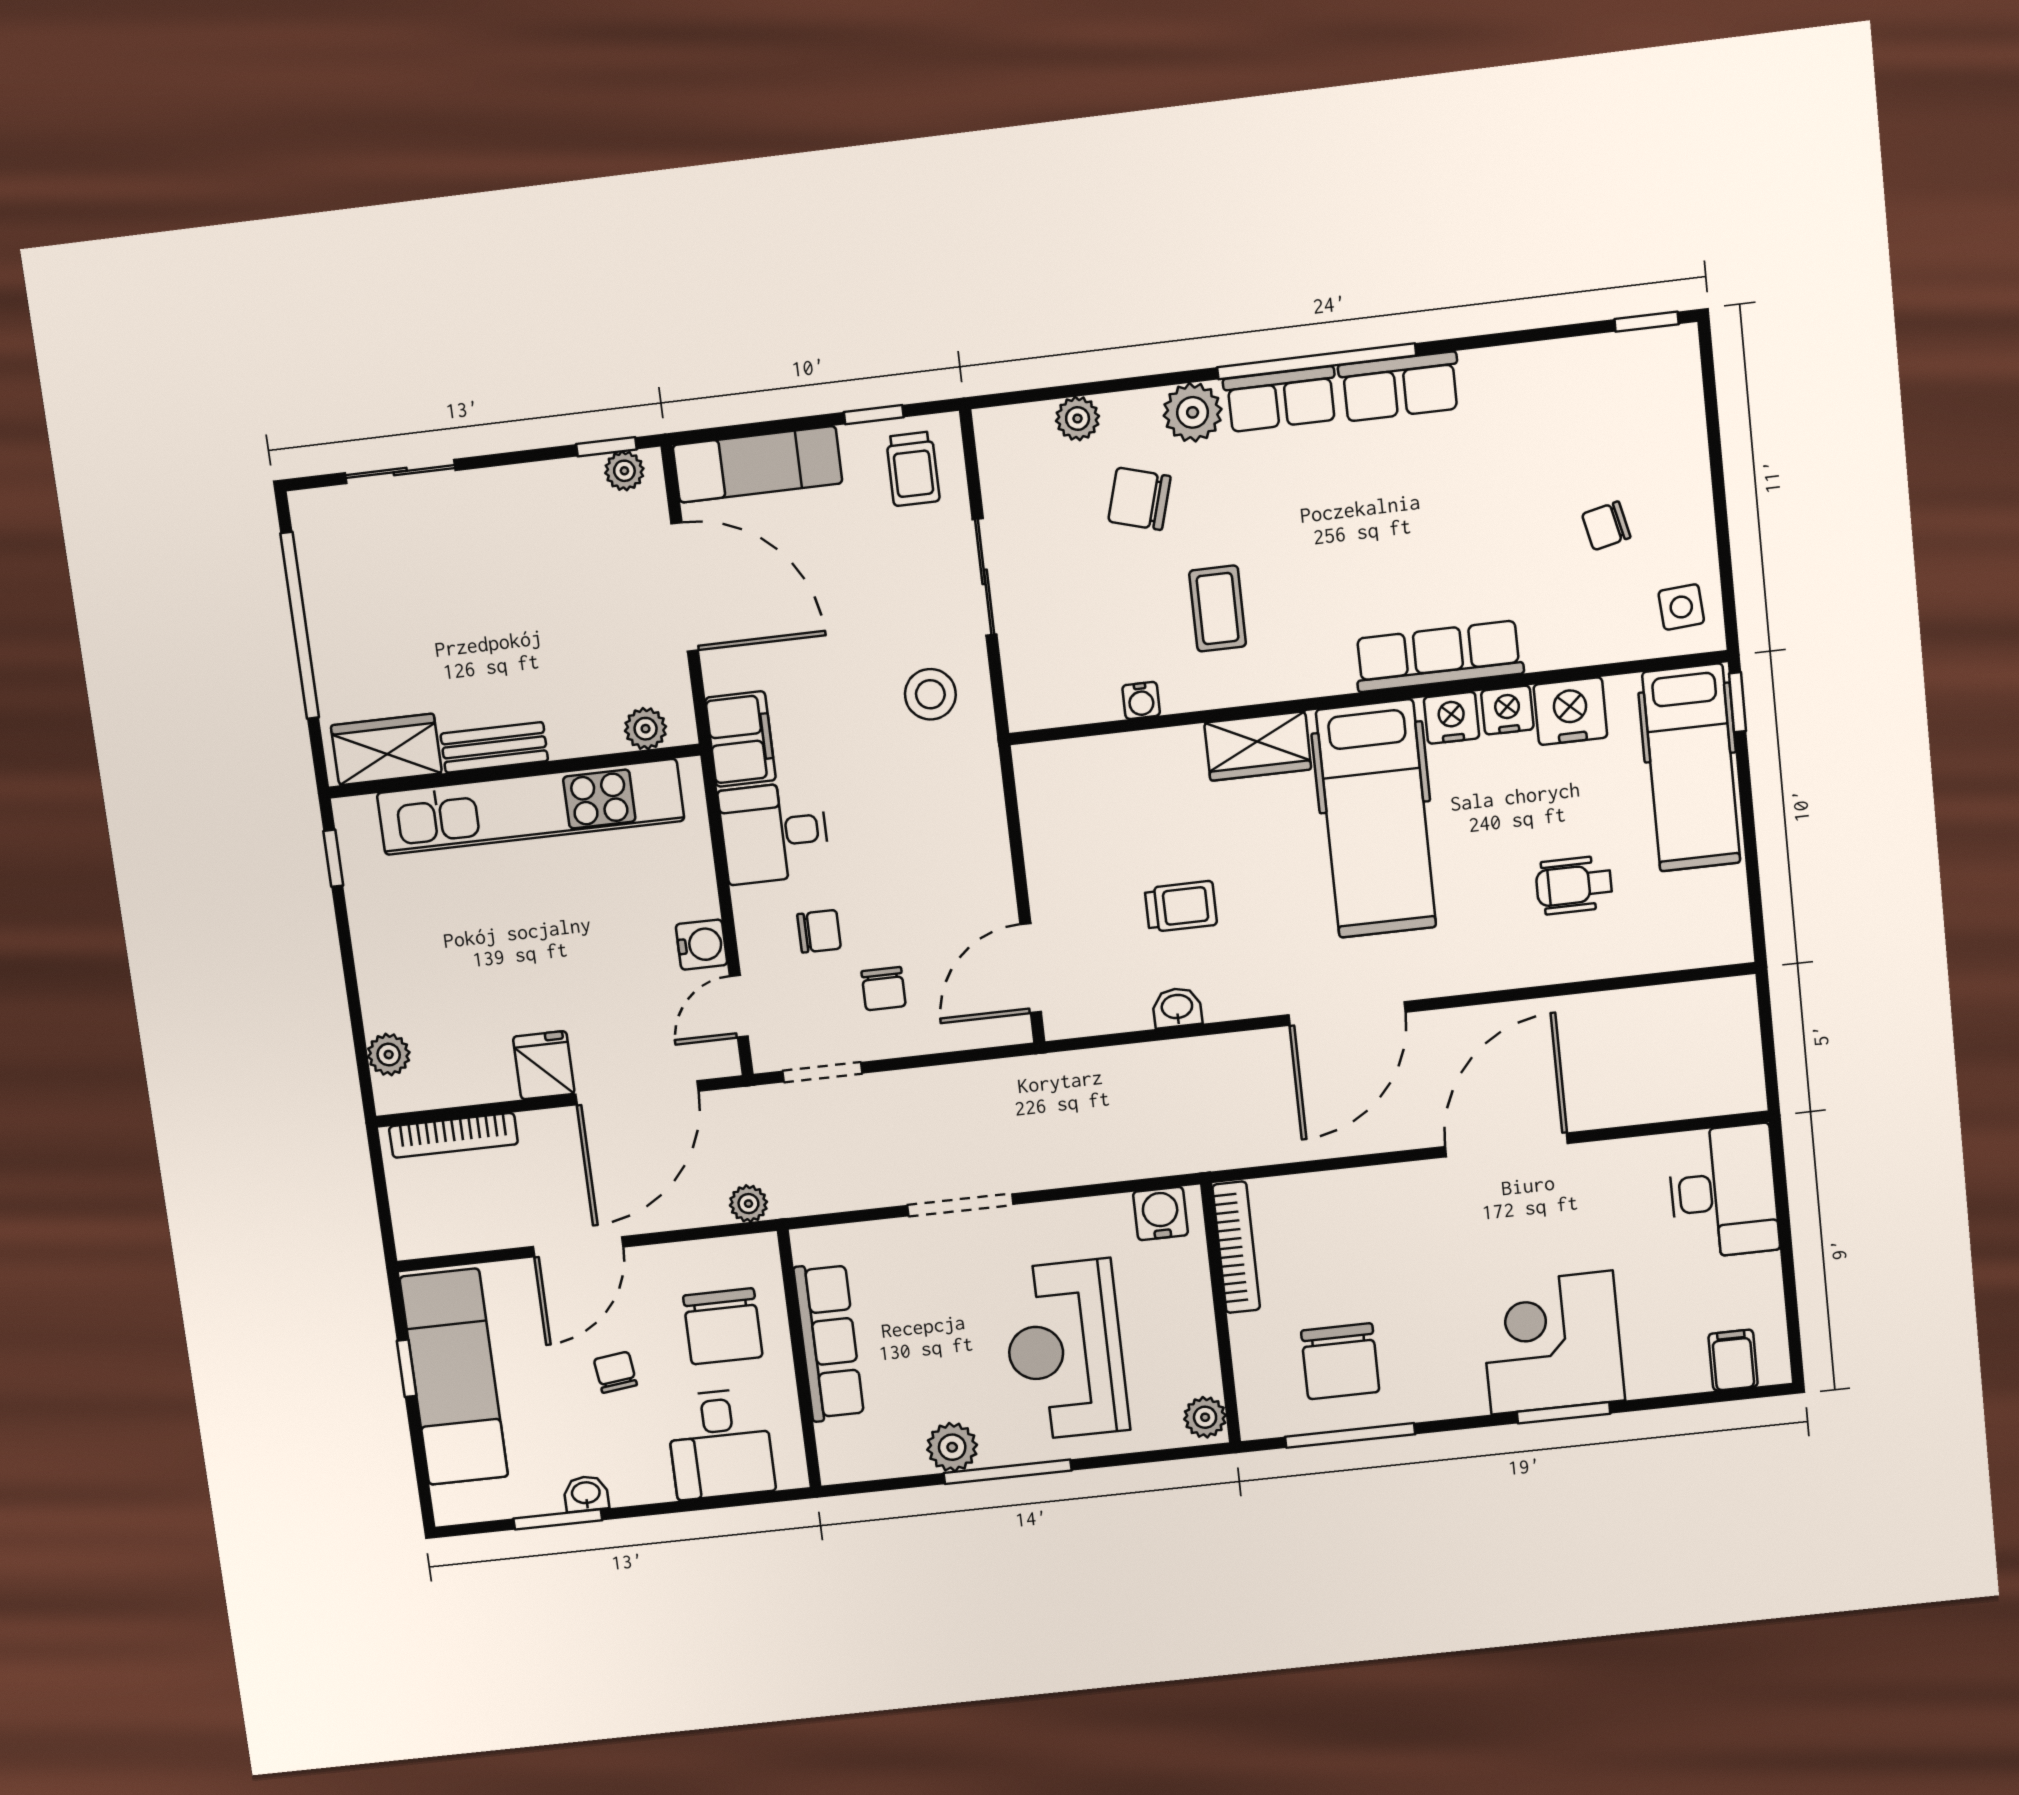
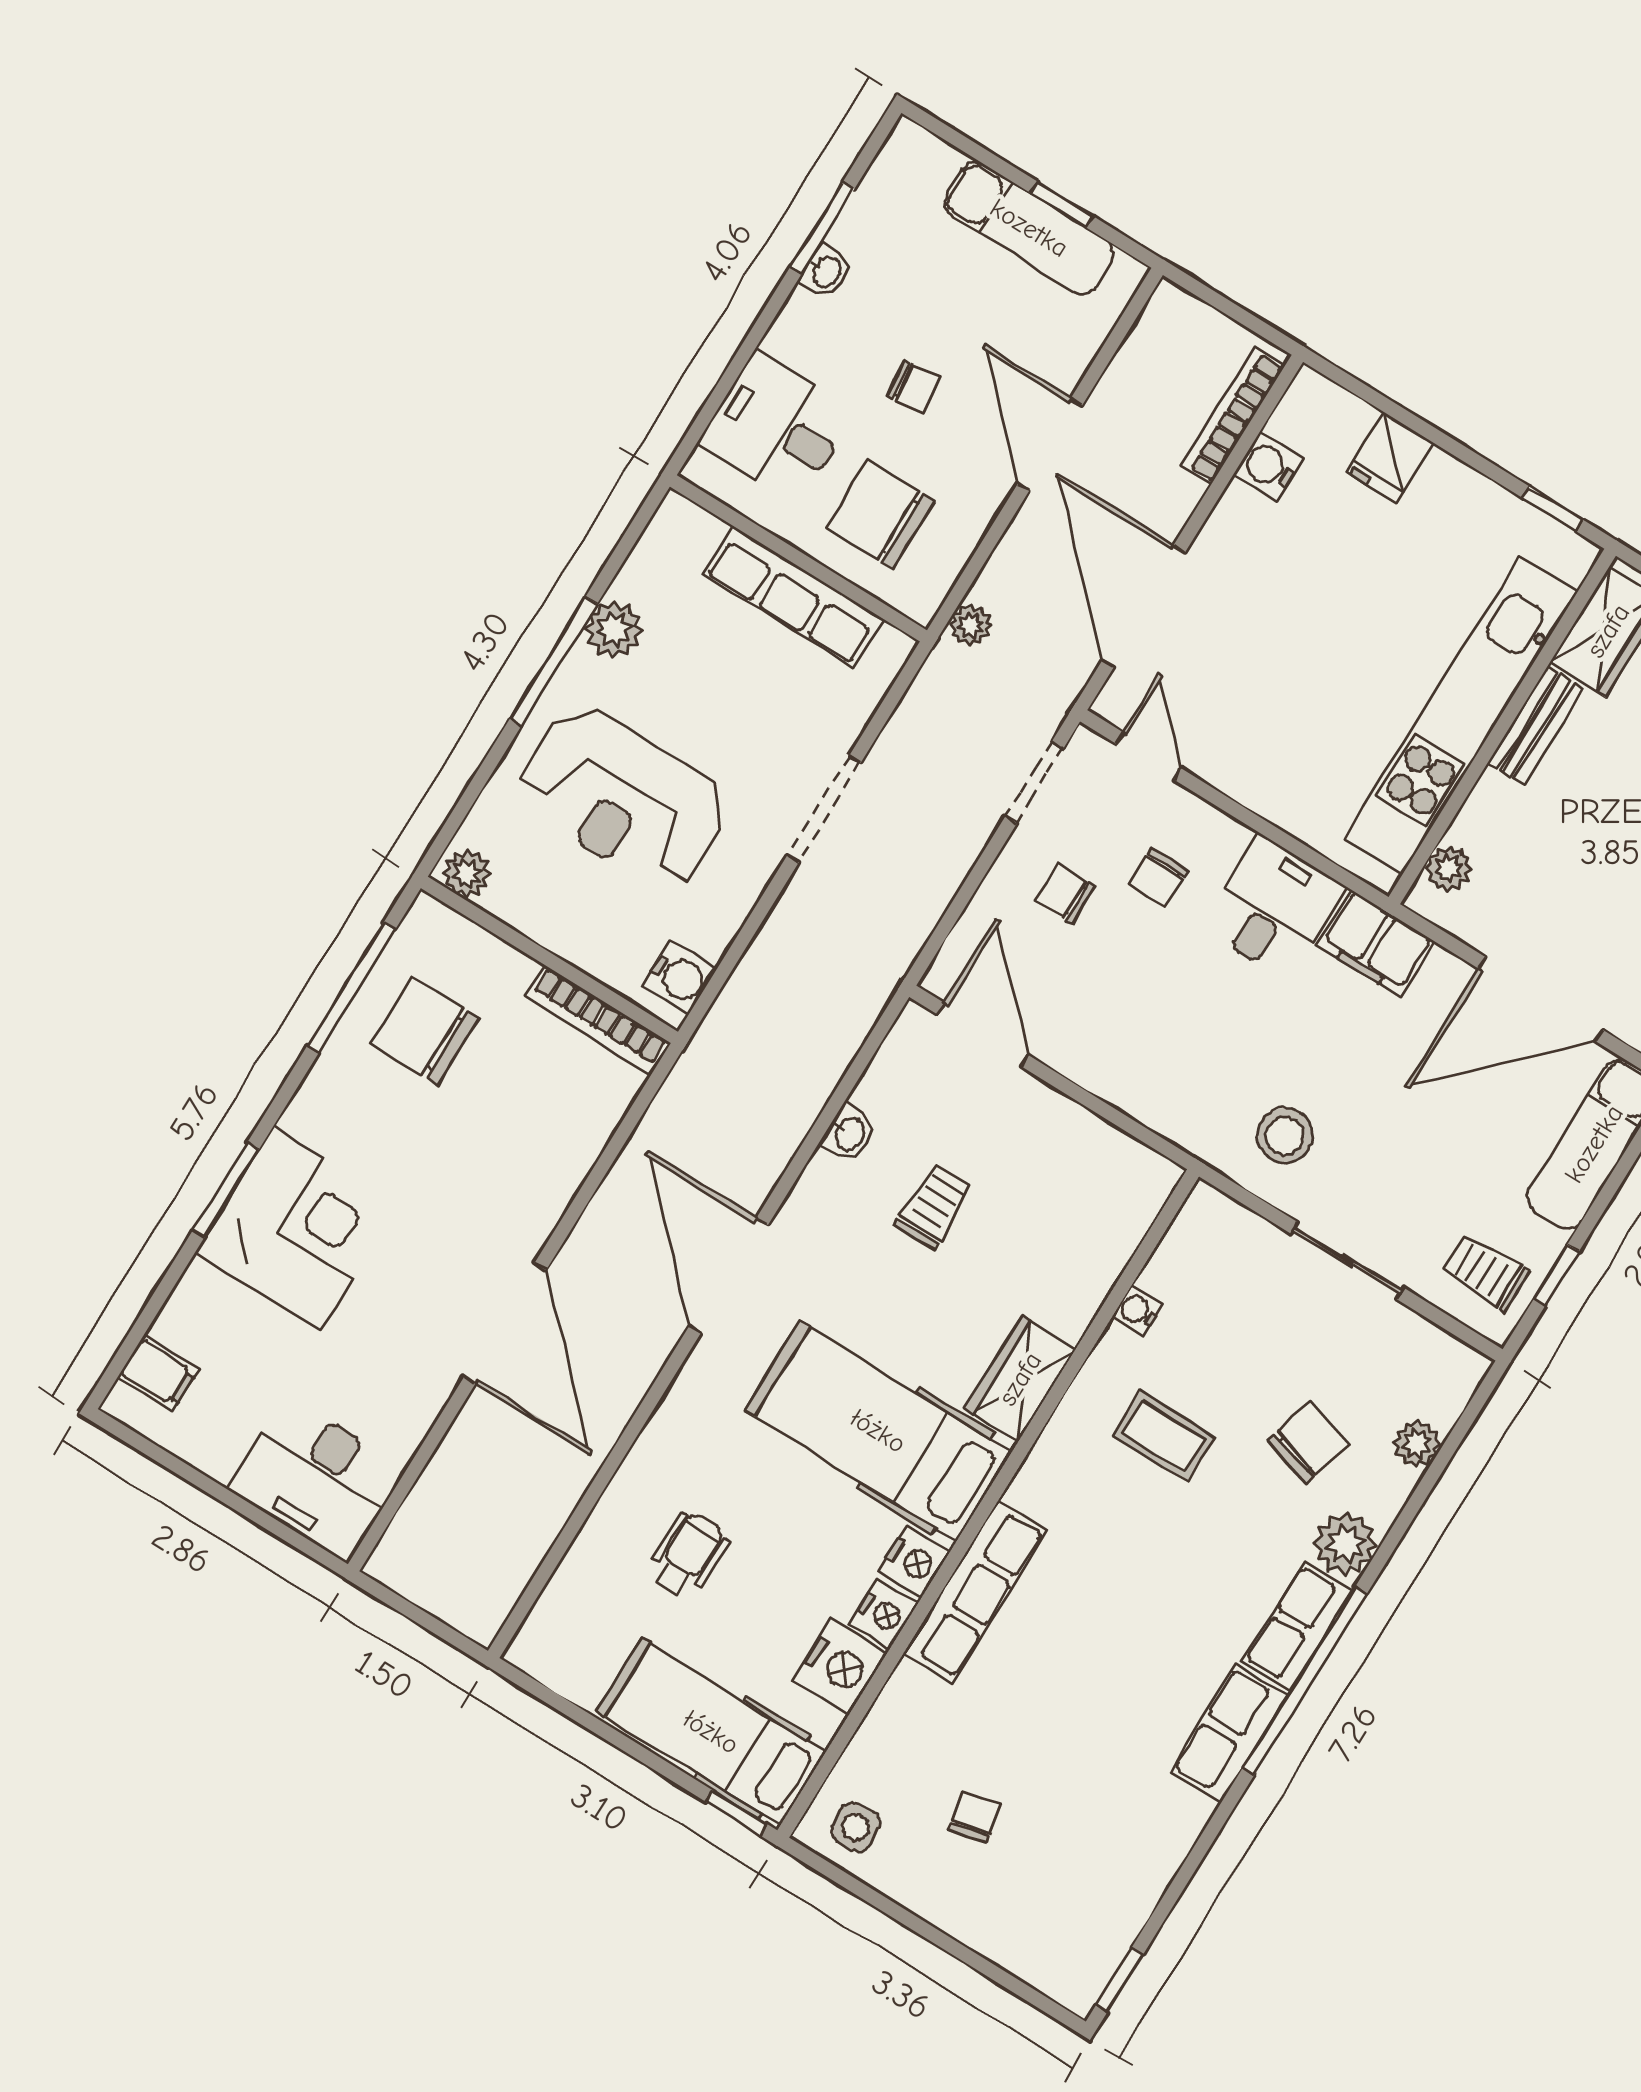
trolley: (1181, 907) -> (934, 1206), turned 180
water cooler: (702, 945) -> (1268, 466), moved, turned 90
plant: (389, 1055) -> (1347, 417), removed
fridge: (544, 1065) -> (1390, 458), moved, turned 90
reception desk: (1065, 1350) -> (623, 798), turned 180
exam couch: (454, 1377) -> (1029, 228), width x0.73, depth x0.69

